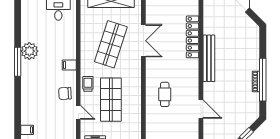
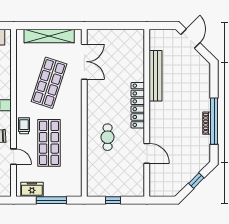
locker: (193, 37) -> (138, 105), moved
double door: (143, 41) -> (84, 62), moved
bench: (209, 58) -> (155, 76), moved

